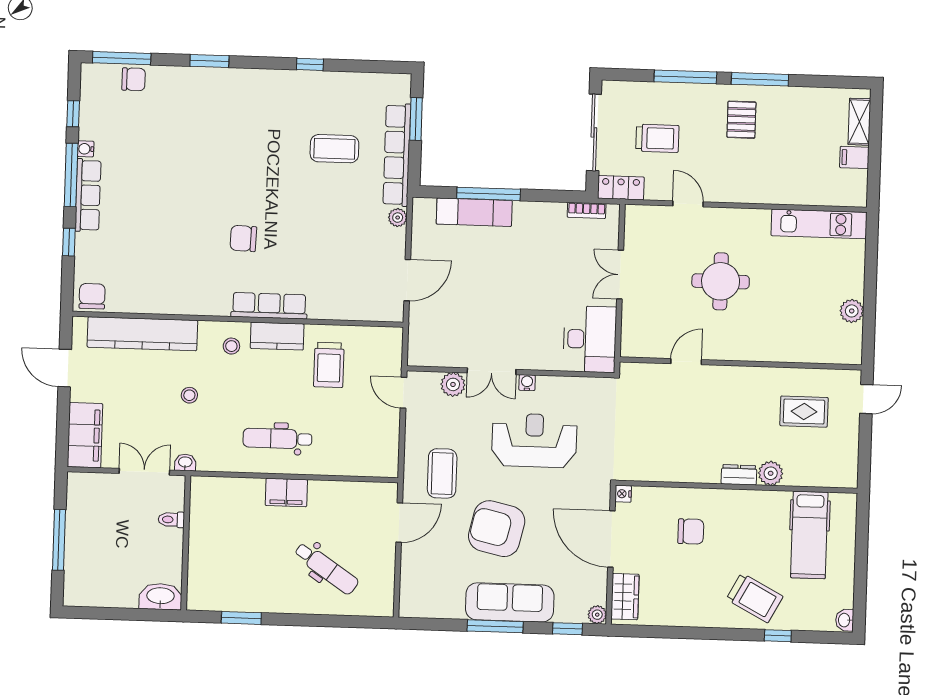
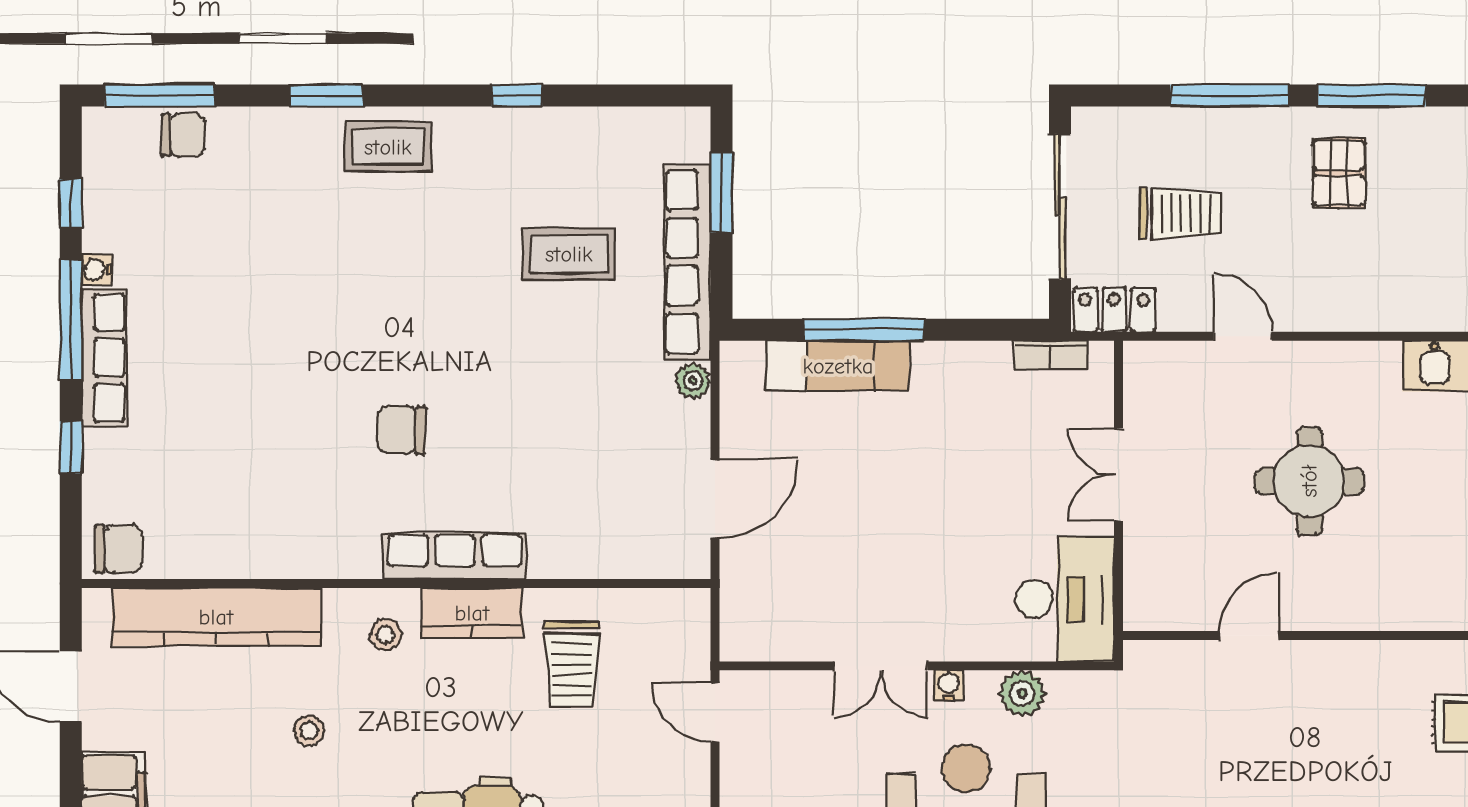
coffee table: (241, 89) -> (388, 147), added
chair: (92, 296) -> (118, 549), turned 90
plant: (453, 384) -> (1022, 694), moved

